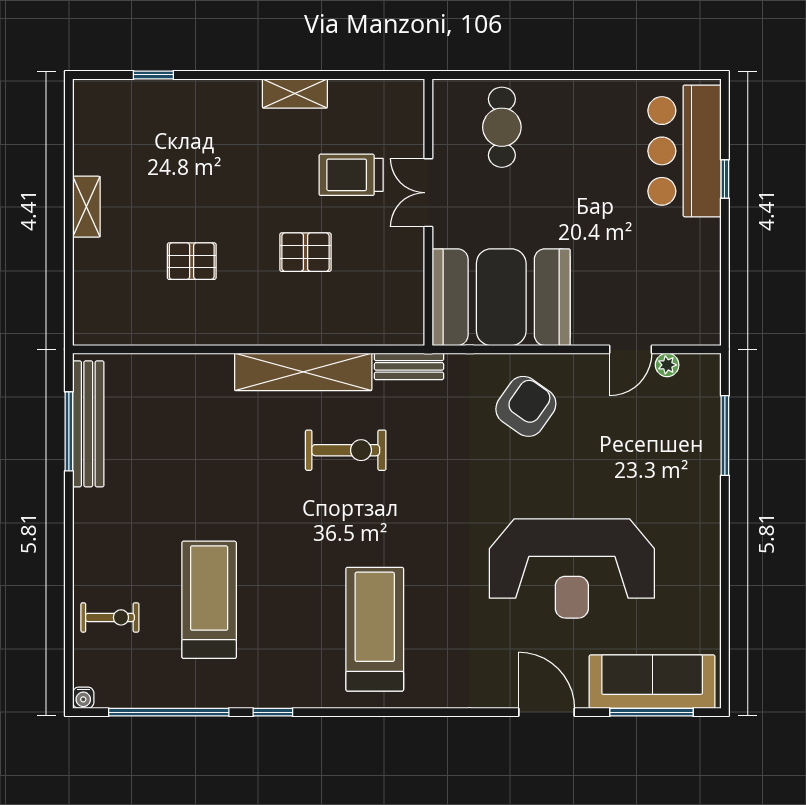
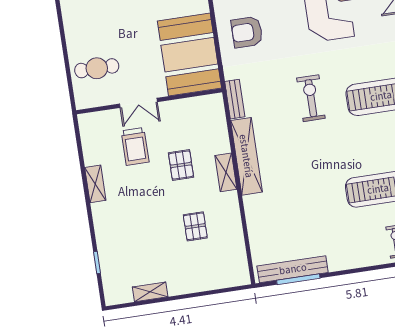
shelving: (86, 207) -> (150, 292), moved
shelving: (280, 331) -> (226, 172), added
armchair: (526, 406) -> (247, 32), turned -35
exercise bike: (346, 450) -> (311, 98), moved

